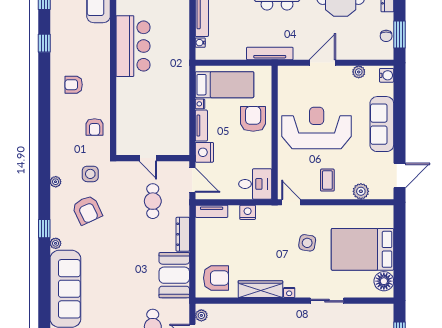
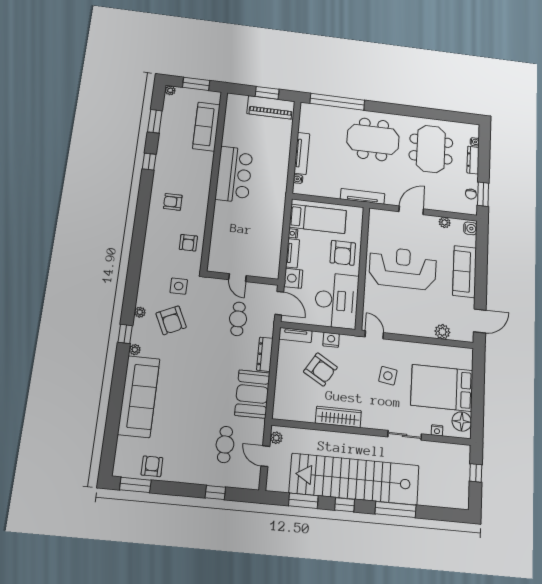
armchair: (253, 119) -> (343, 253), turned 180
coffee table: (327, 180) -> (411, 318), removed
plant: (56, 182) -> (140, 312), moved
desk: (255, 184) -> (337, 300), width x1.87, depth x1.30
armchair: (216, 278) -> (320, 369), moved, turned 31
nightstand: (289, 292) -> (437, 430), moved

